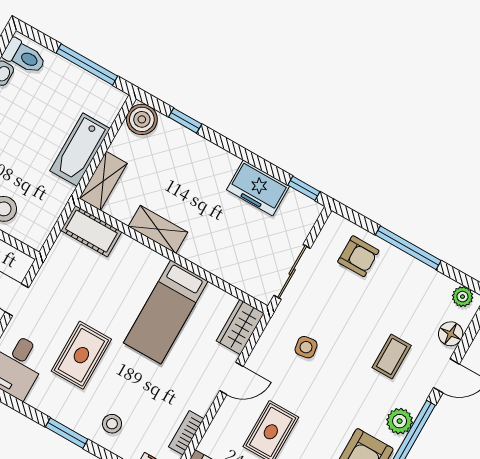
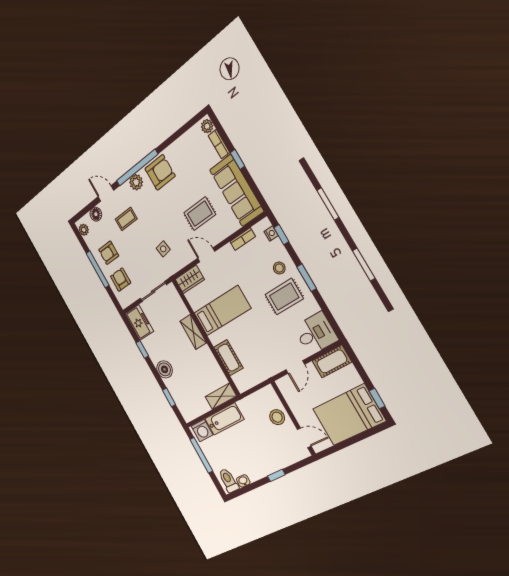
washing machine: (106, 106) -> (202, 430), added
boiler: (142, 119) -> (164, 369), moved
freezer: (258, 188) -> (139, 322), moved
window: (304, 188) -> (142, 349), moved
shelving: (158, 229) -> (193, 332), moved
cot: (91, 231) -> (228, 358), moved
armchair: (399, 286) -> (109, 253), added
rug: (81, 355) -> (284, 297), moved

